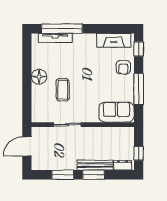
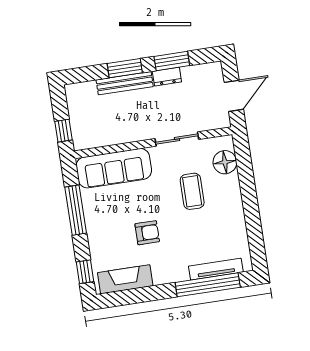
armchair: (123, 67) -> (147, 233), moved, turned 90
floor lamp: (39, 77) -> (225, 162), moved
sofa: (117, 112) -> (114, 168), width x1.36
window: (139, 153) -> (63, 131), moved
dresser: (123, 165) -> (167, 77), moved

